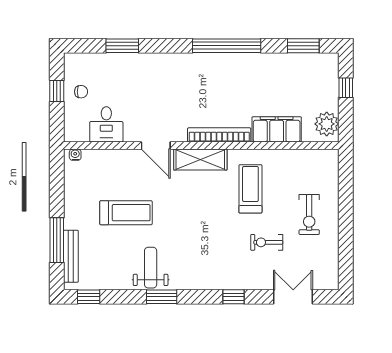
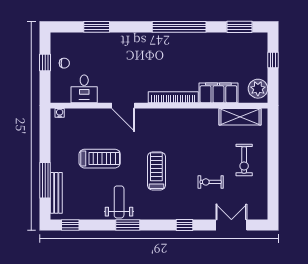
shelving: (200, 160) -> (240, 117), moved
treadmill: (250, 189) -> (156, 171), moved

